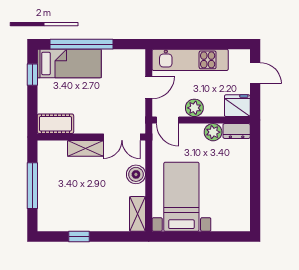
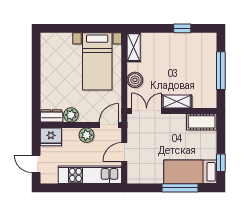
window: (82, 44) -> (180, 188), width x0.68
door: (168, 120) -> (109, 125), hinge flipped

